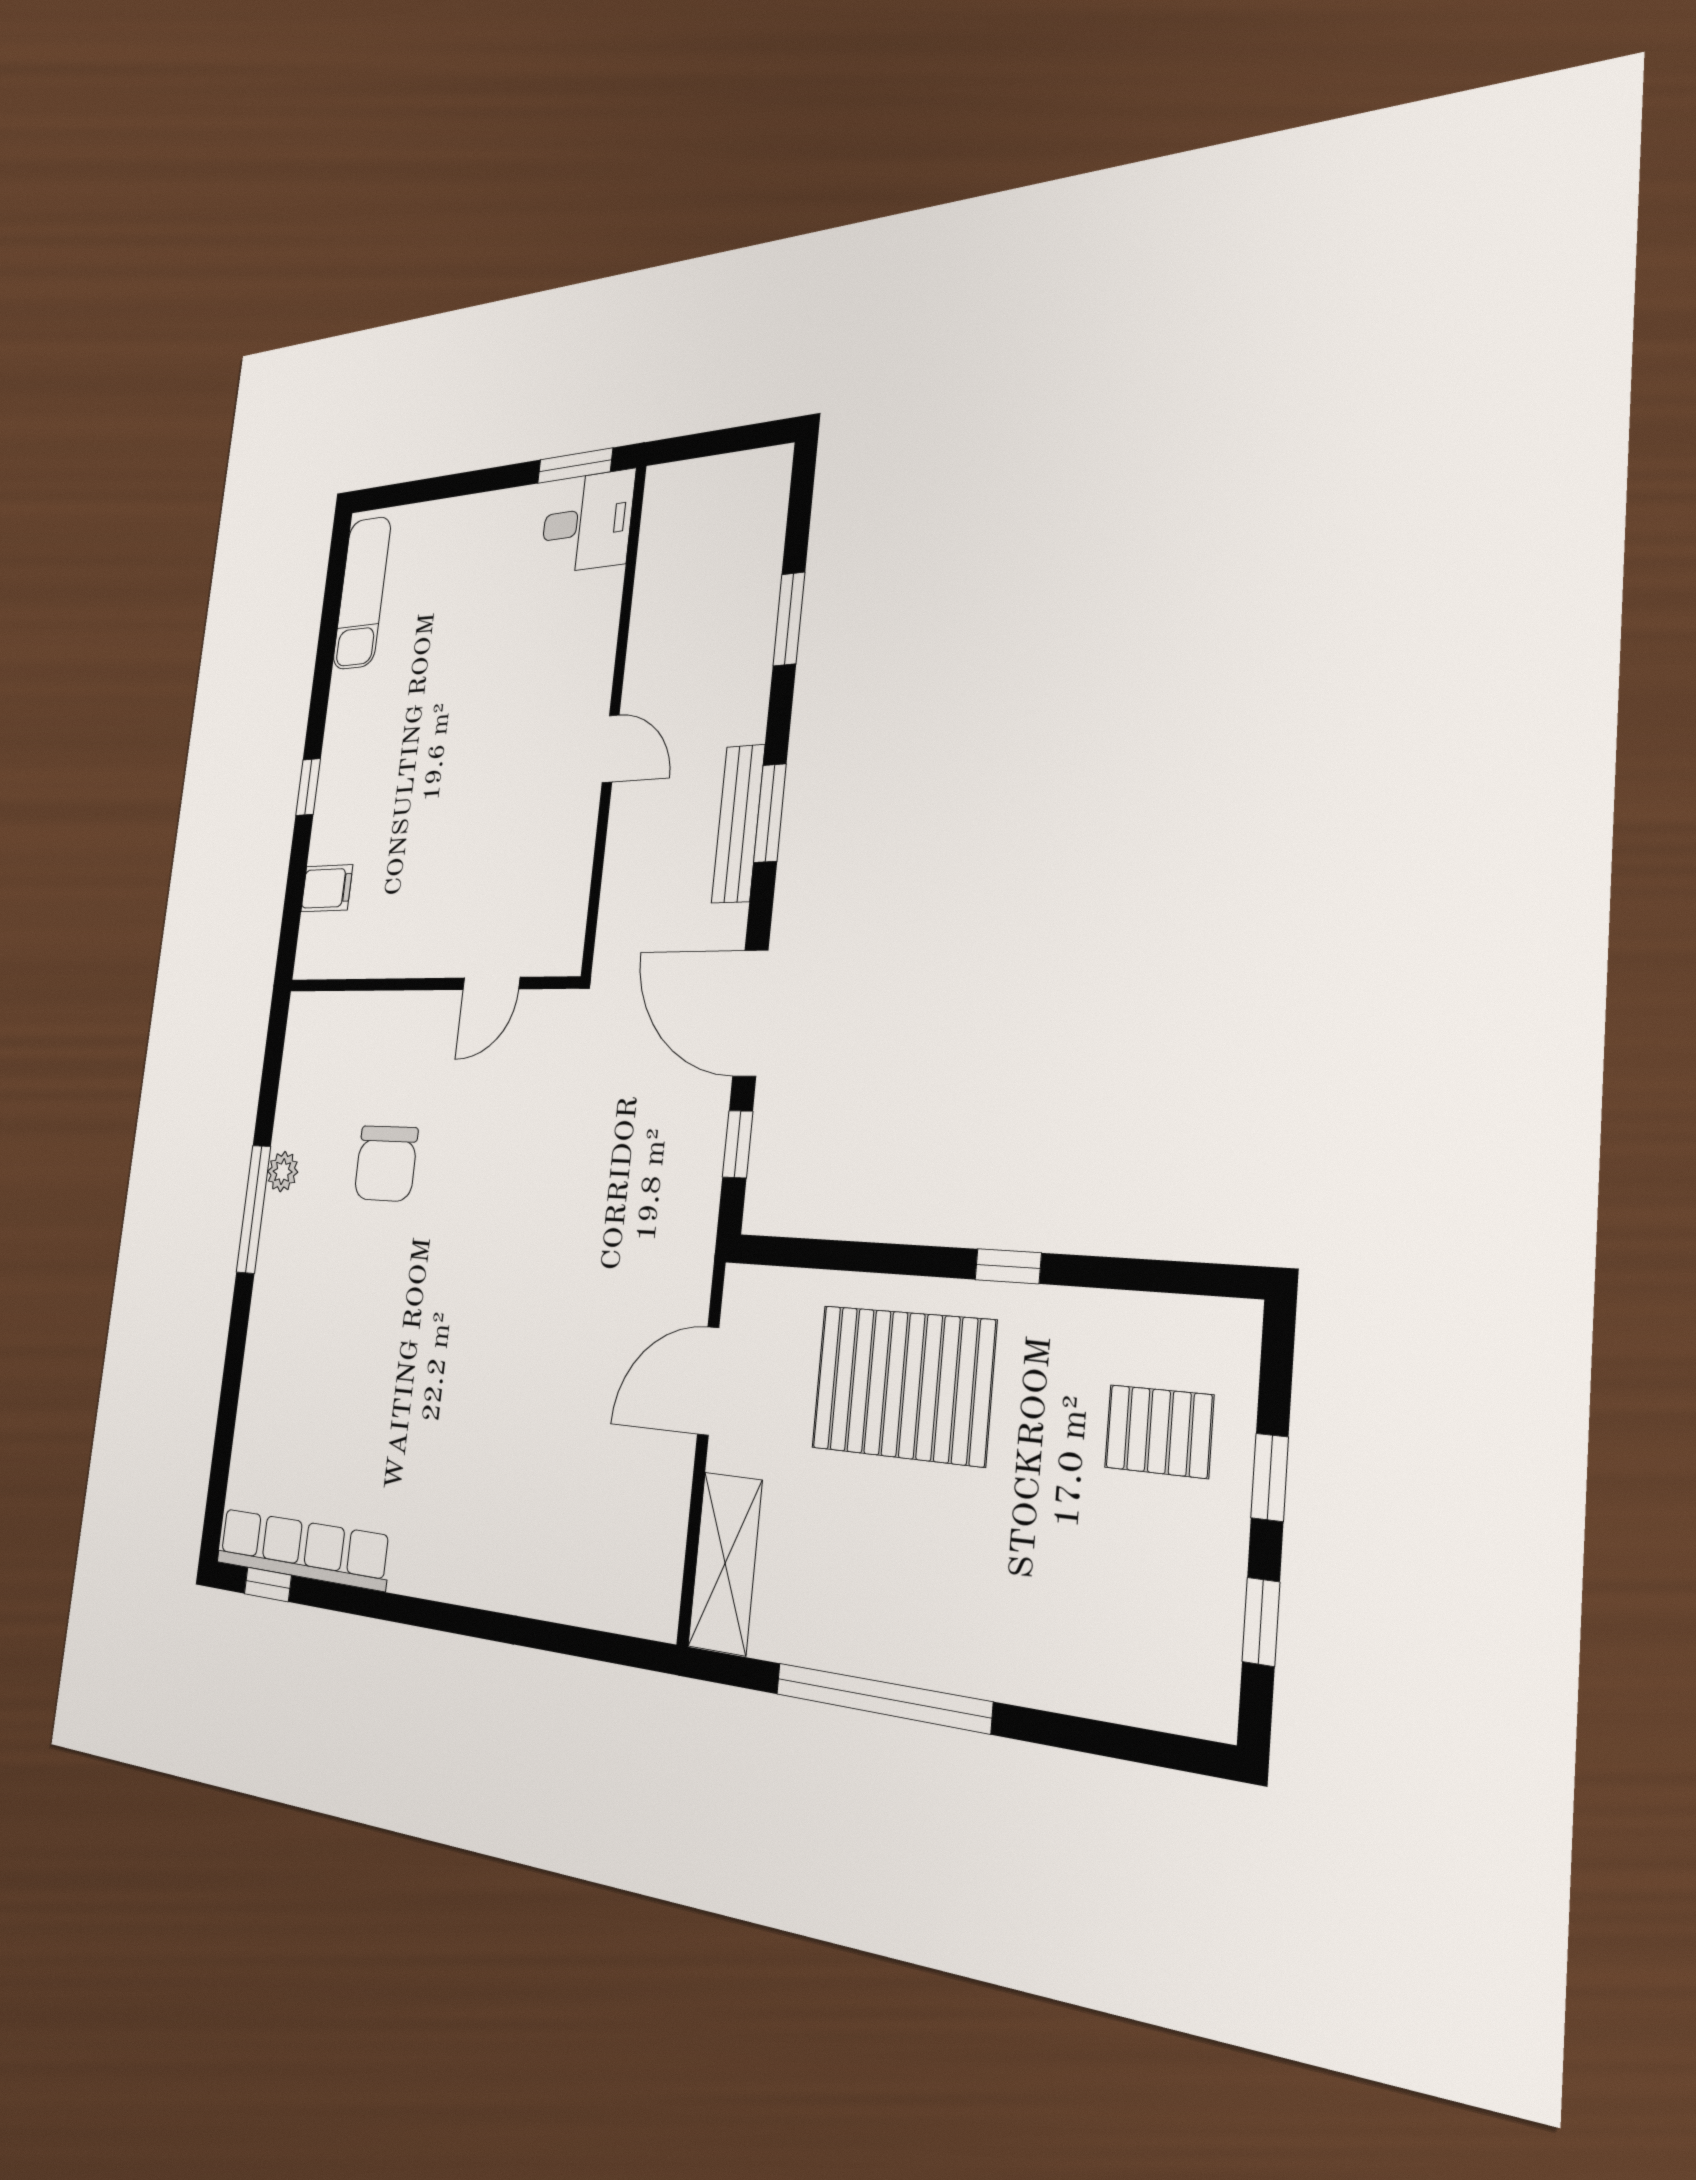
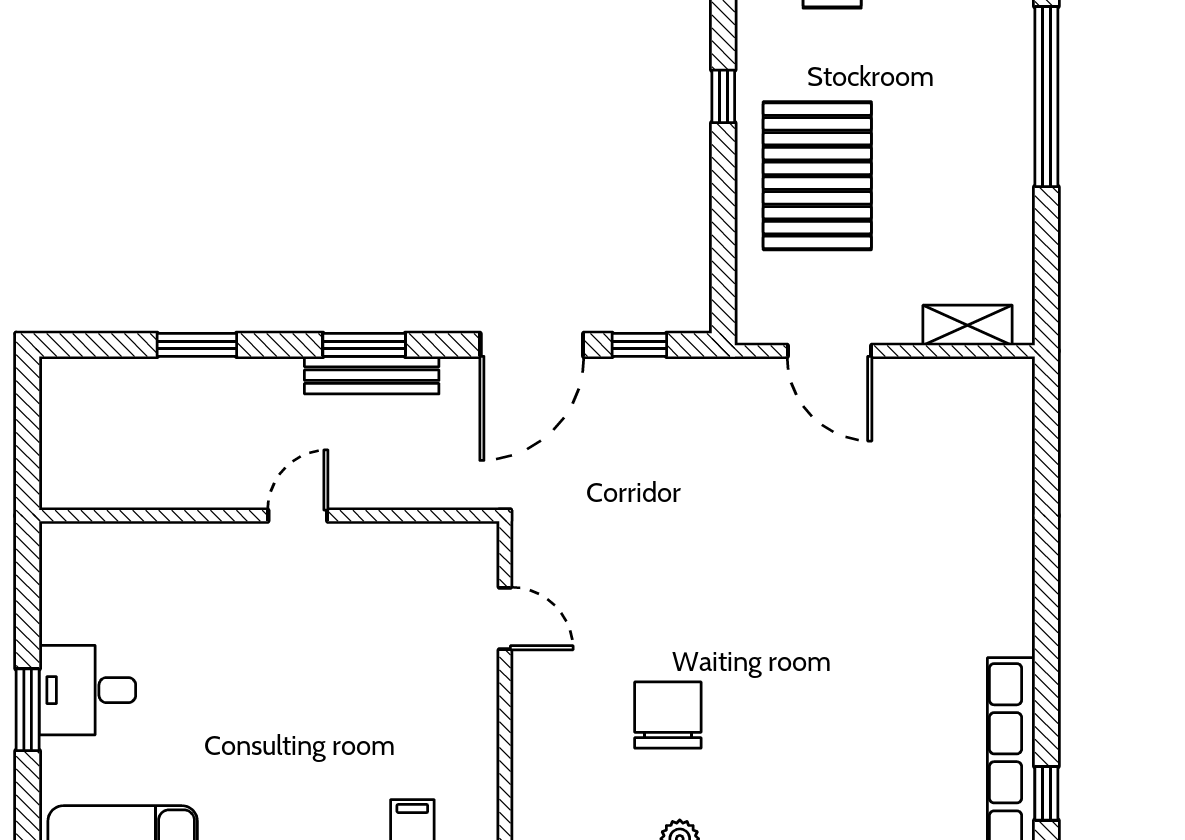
window: (575, 466) -> (28, 710), moved
desk: (587, 522) -> (87, 690), moved, turned -90
chair: (386, 1163) -> (668, 715), turned -90
shelving: (725, 1563) -> (968, 325), width x0.67, depth x0.75
window: (882, 1698) -> (1046, 97), moved

